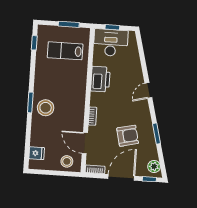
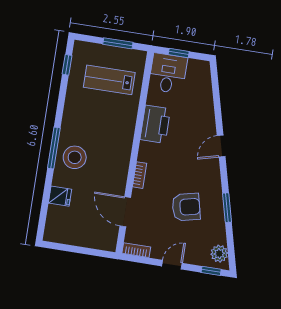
desk: (111, 43) -> (168, 73), width x0.73
window: (30, 102) -> (54, 148), width x1.44
fridge: (37, 153) -> (60, 196), moved
stool: (67, 161) -> (98, 235), removed
door: (121, 177) -> (172, 265), width x0.53

